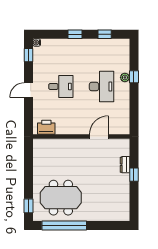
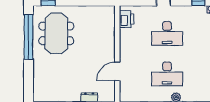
desk: (61, 87) -> (167, 33), width x1.37
door: (99, 137) -> (117, 71), swing flipped

